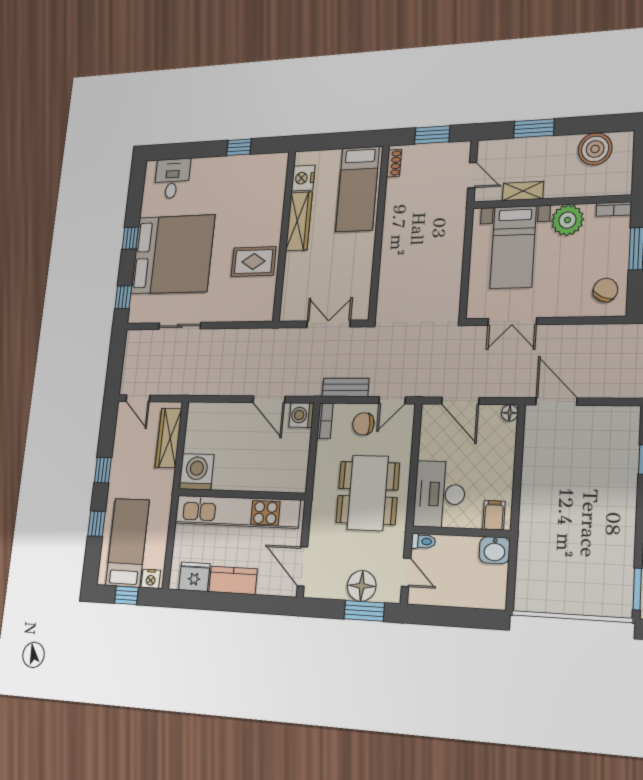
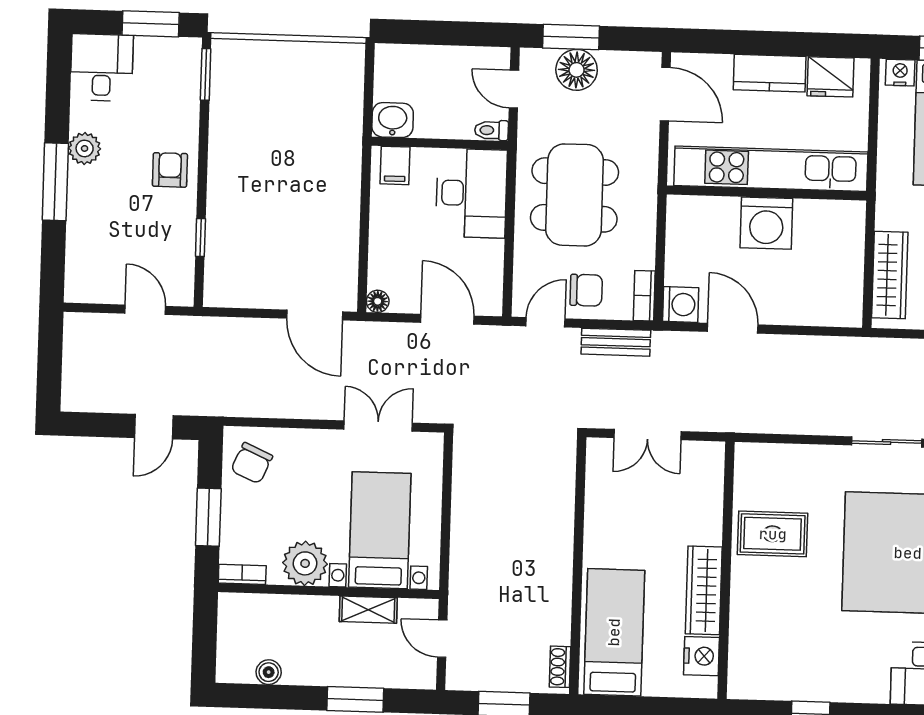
boiler: (595, 149) -> (269, 672), width x0.54, depth x0.54
washing machine: (196, 472) -> (766, 223), moved

